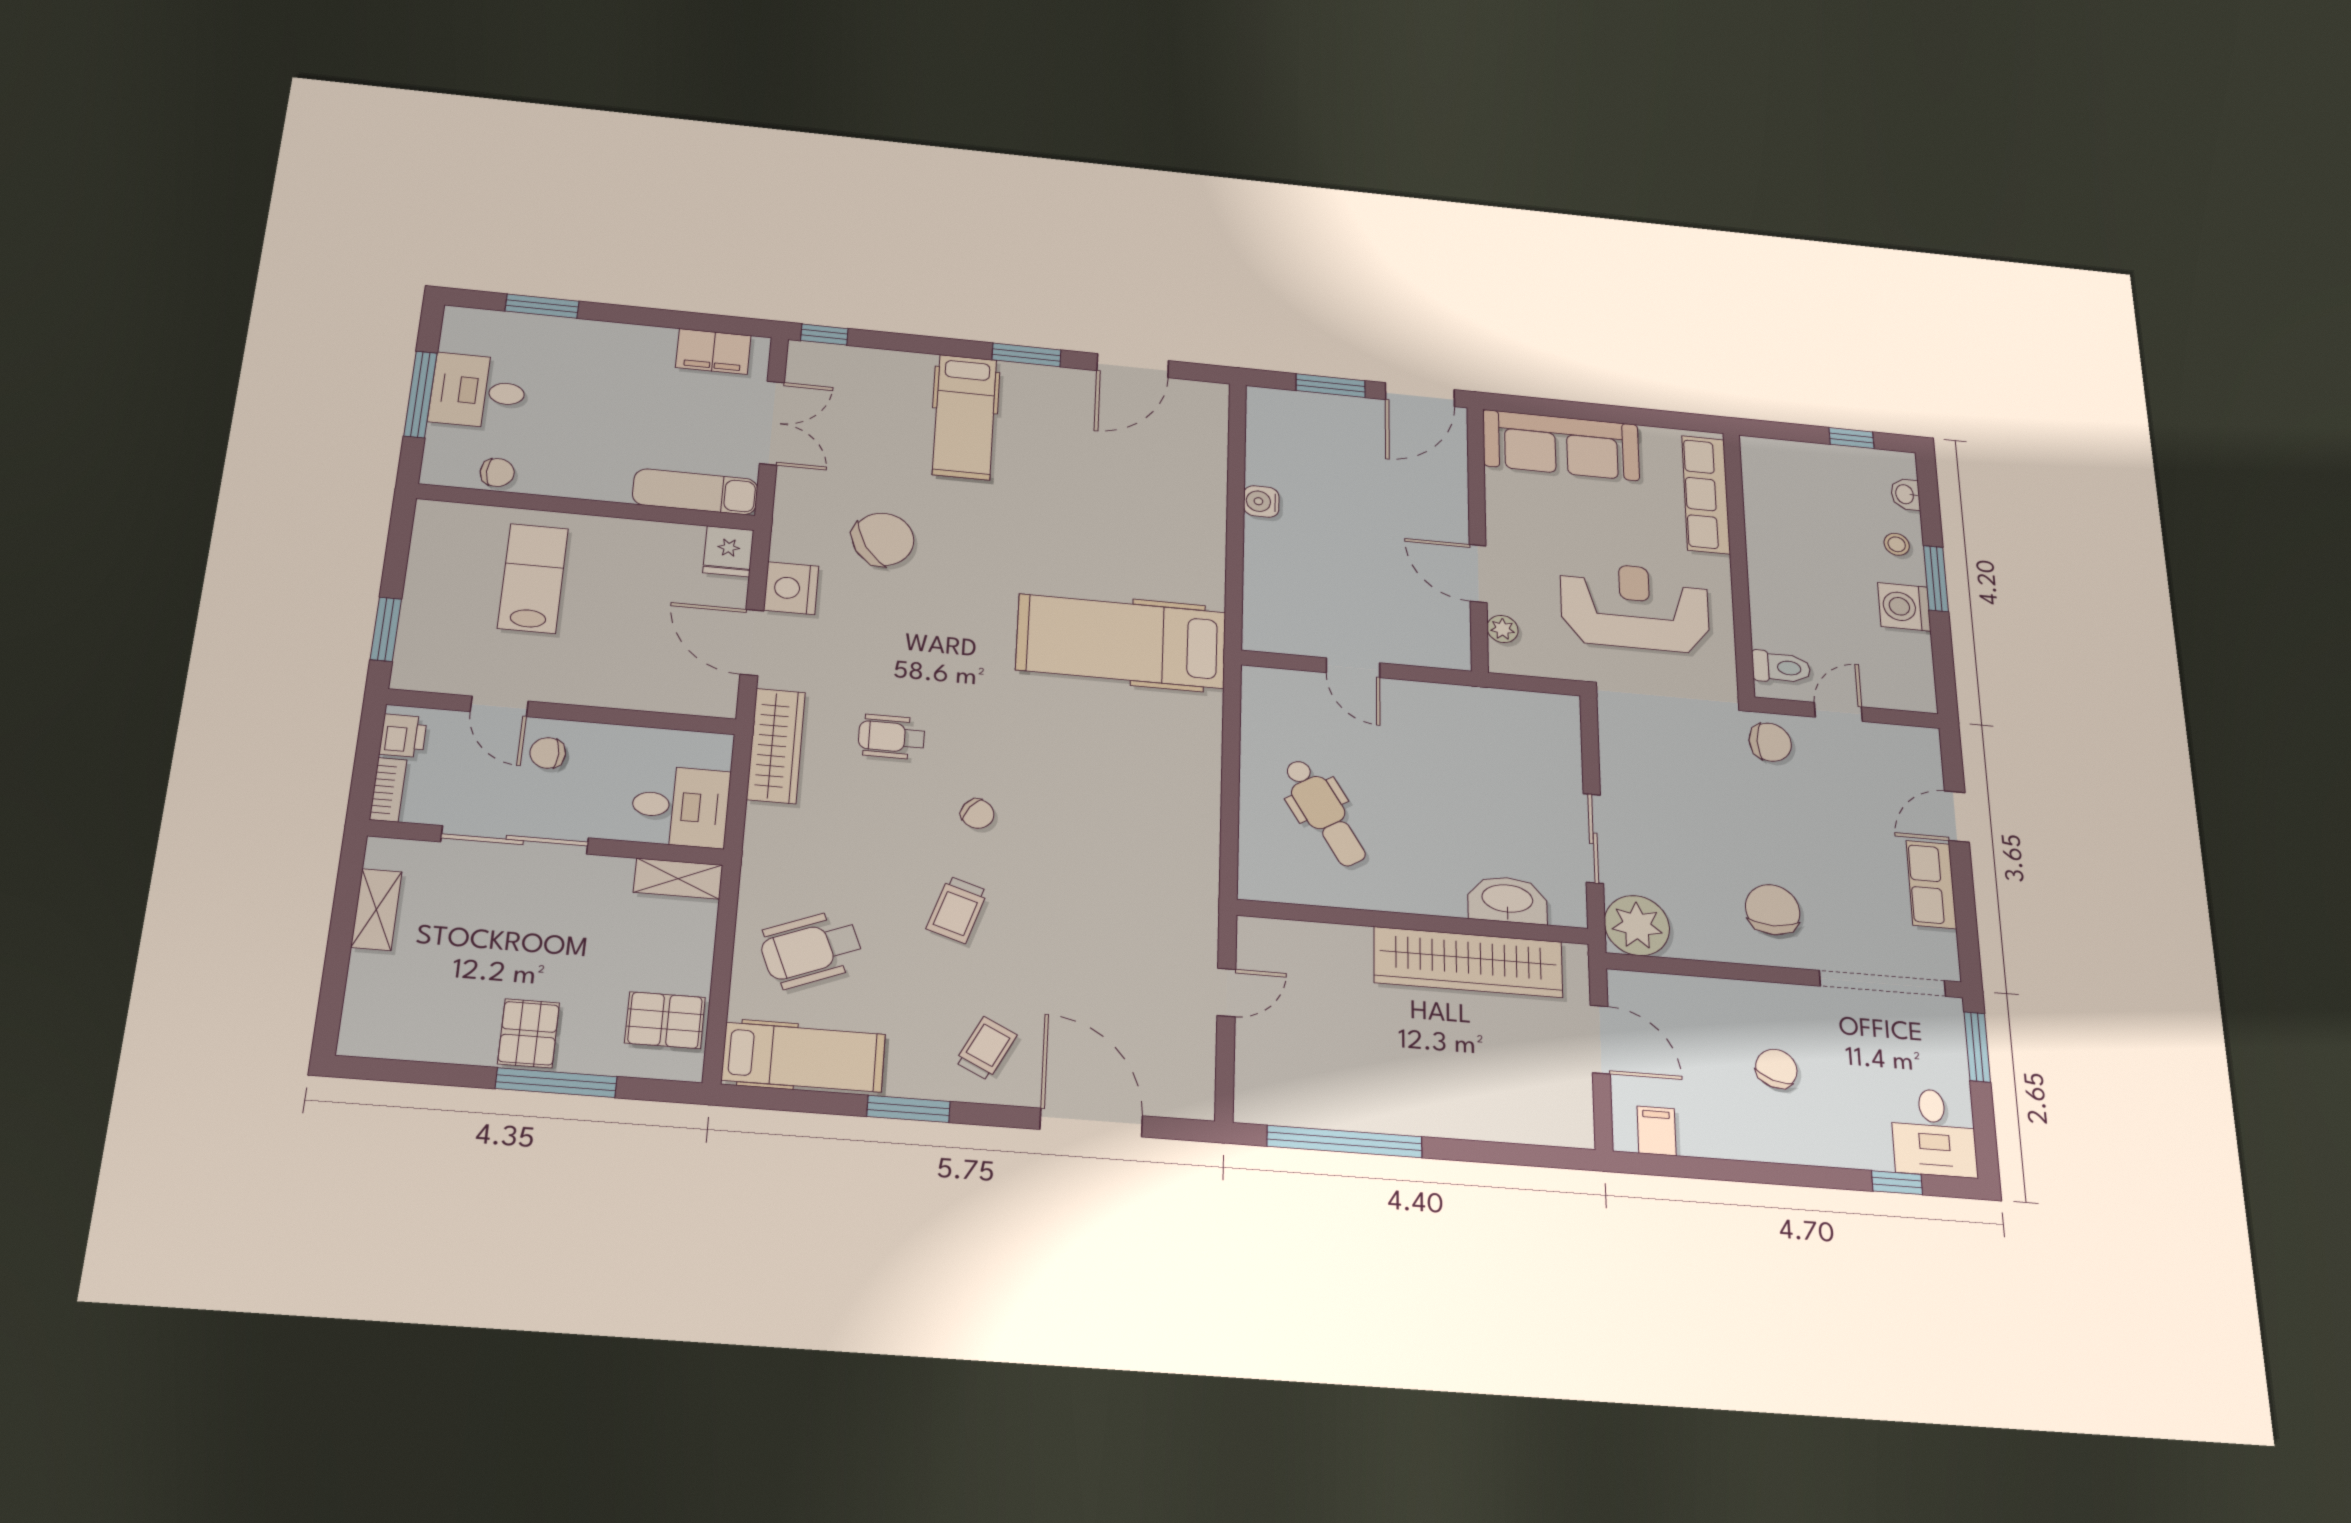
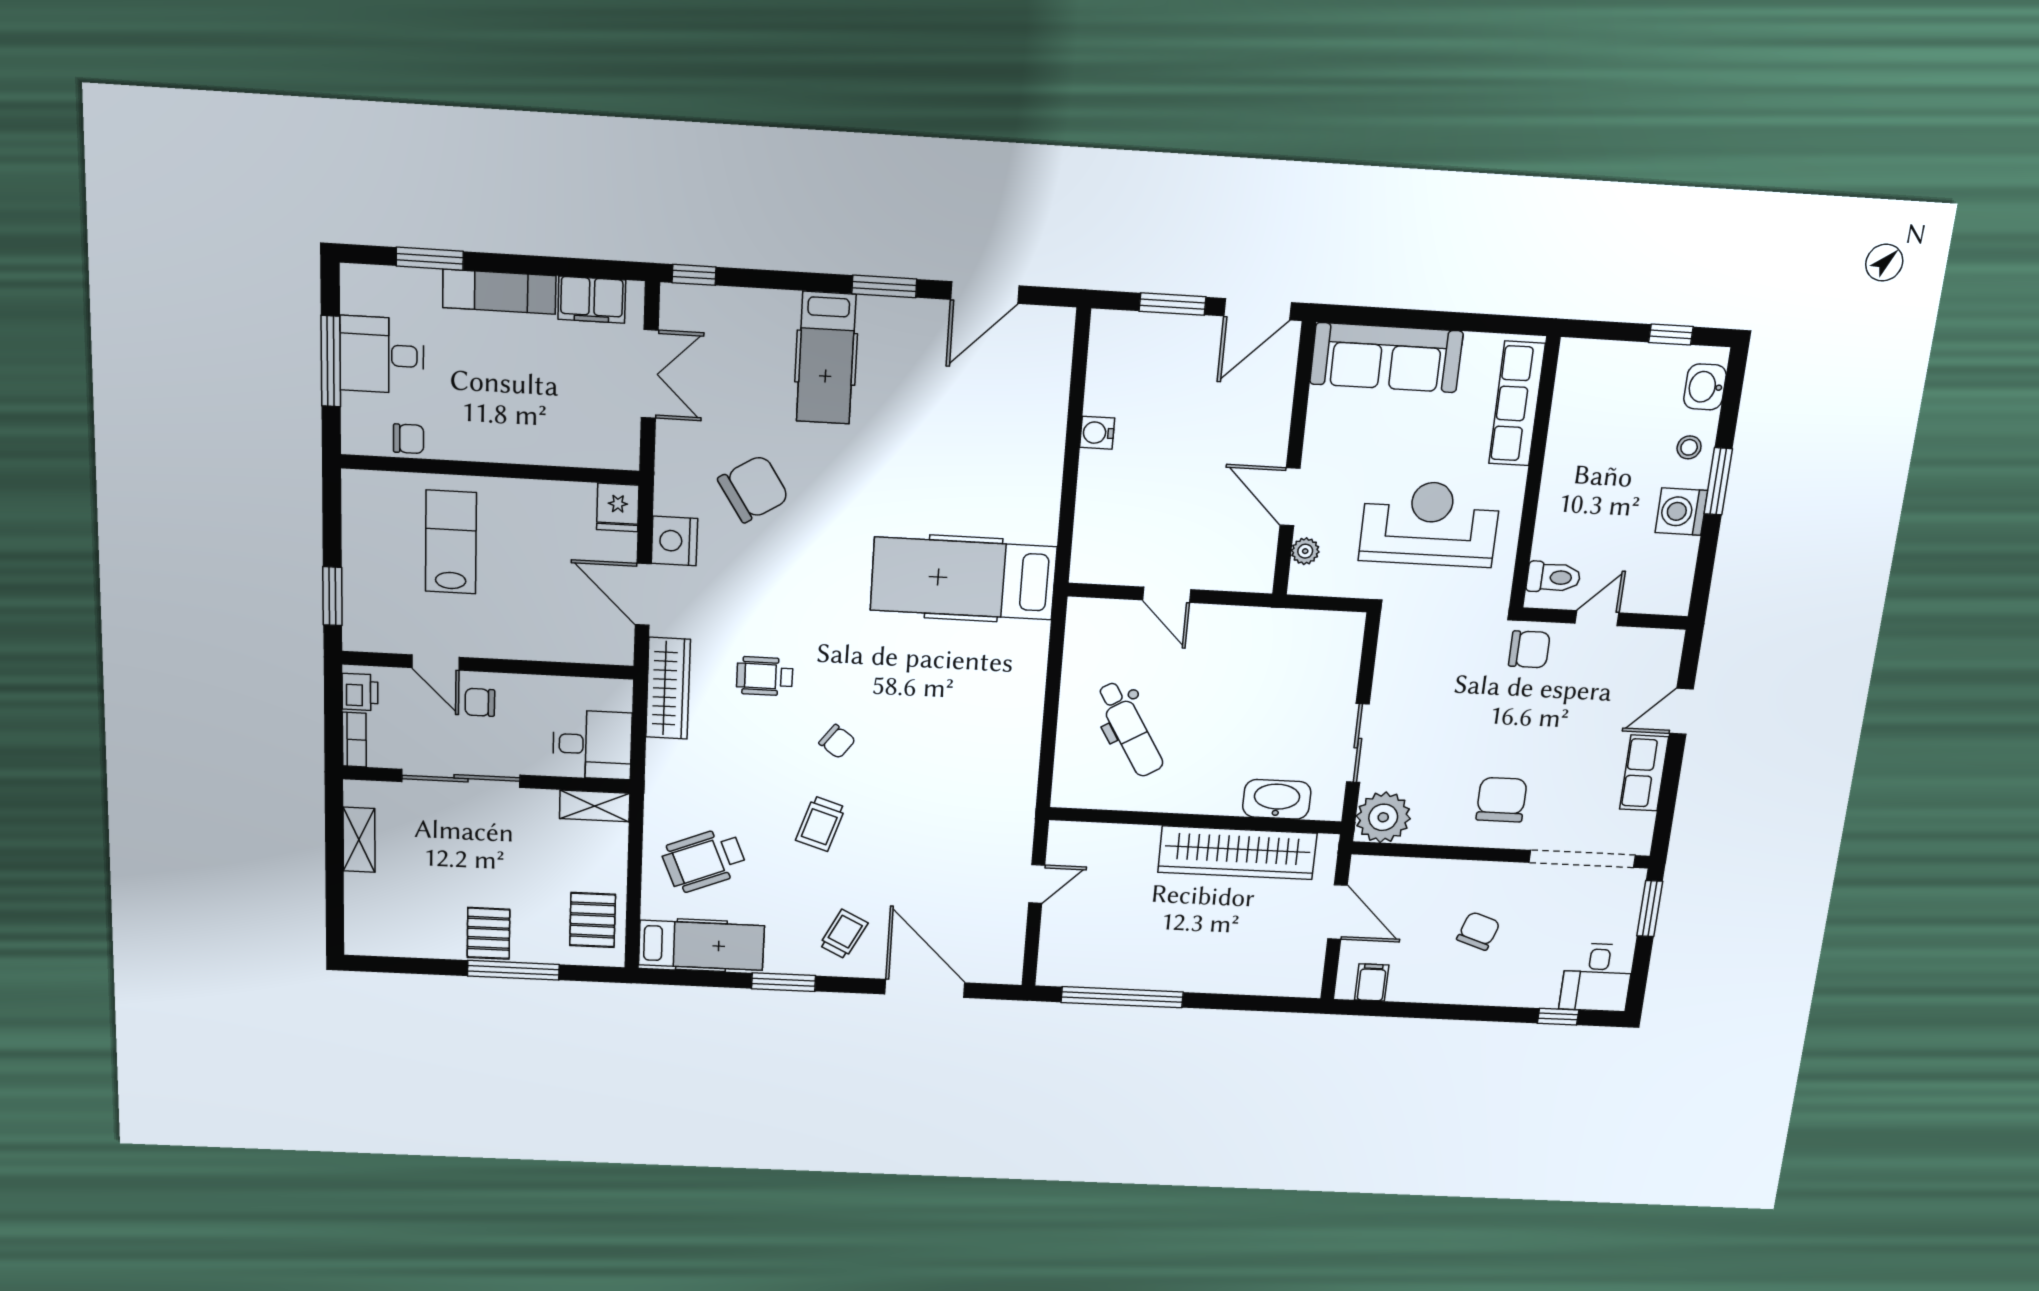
exam couch: (695, 492) -> (499, 292), moved, turned 180
washbasin: (1905, 494) -> (1705, 387), width x1.38, depth x1.45
pallet: (665, 1020) -> (593, 920), turned 90

